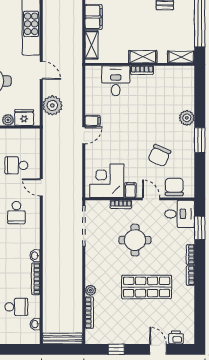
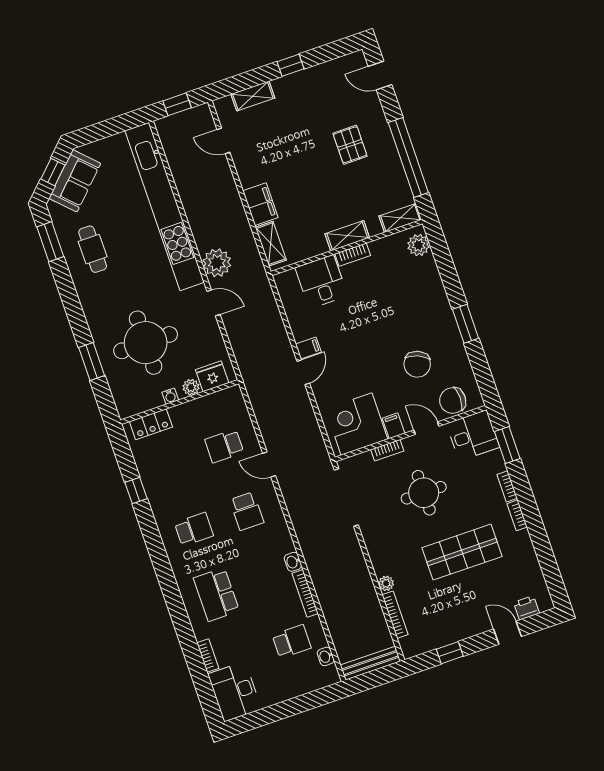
plant: (52, 105) -> (217, 263), moved
plant: (187, 118) -> (418, 245), moved
chair: (174, 187) -> (453, 401), turned -90

